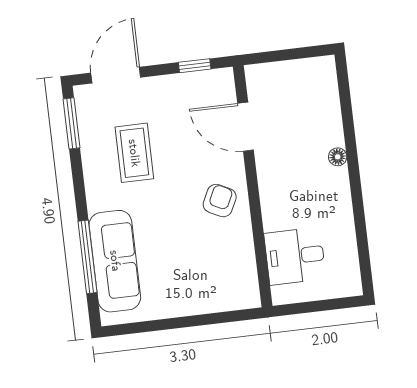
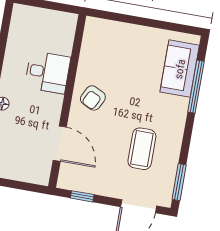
desk: (295, 256) -> (48, 72), moved
sofa: (115, 261) -> (180, 69), width x0.73

